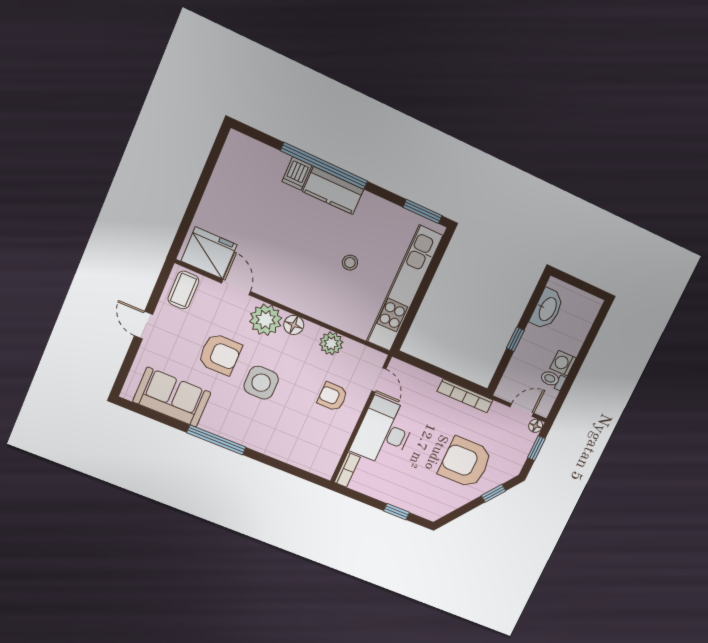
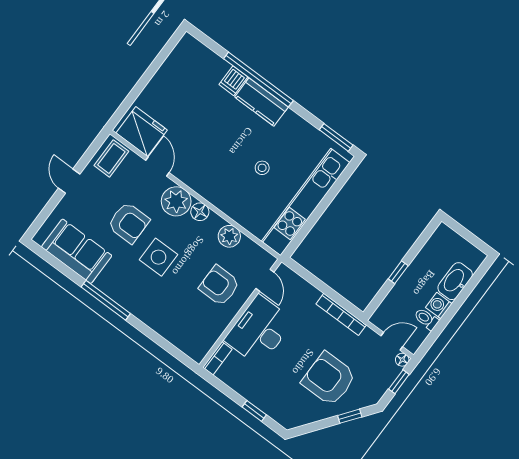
washbasin: (547, 309) -> (455, 281), moved, turned 180
armchair: (332, 397) -> (219, 286), width x1.38, depth x1.38

